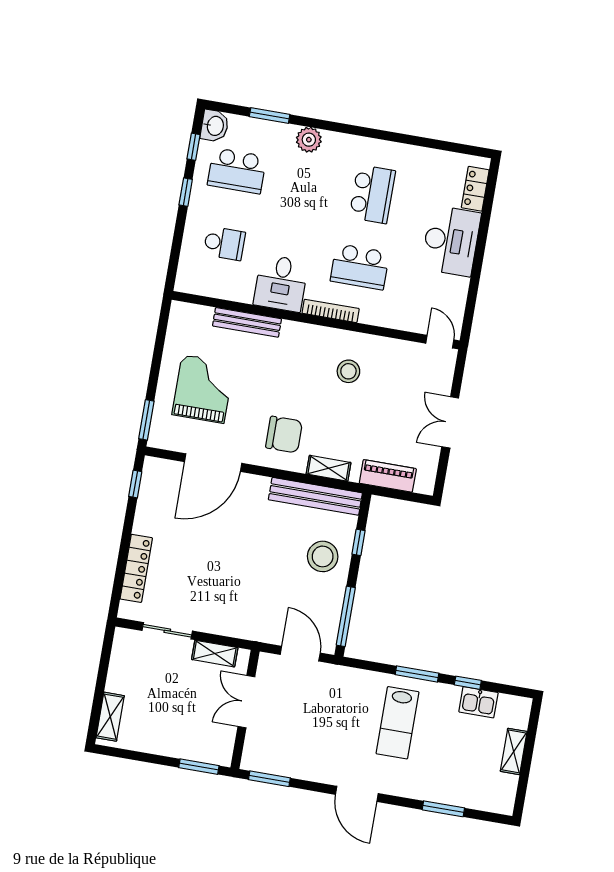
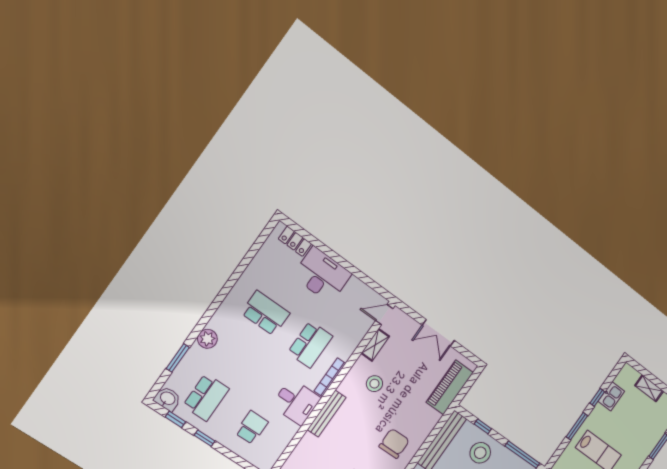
bench: (247, 322) -> (327, 414), moved
shelving: (329, 468) -> (375, 345), moved
piano: (388, 476) -> (450, 387), width x1.37, depth x1.33

